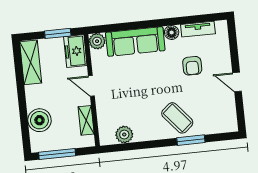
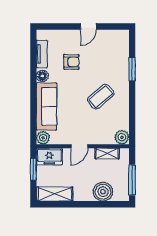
coffee table: (177, 118) -> (101, 97), moved
plant: (124, 135) -> (122, 137), moved

